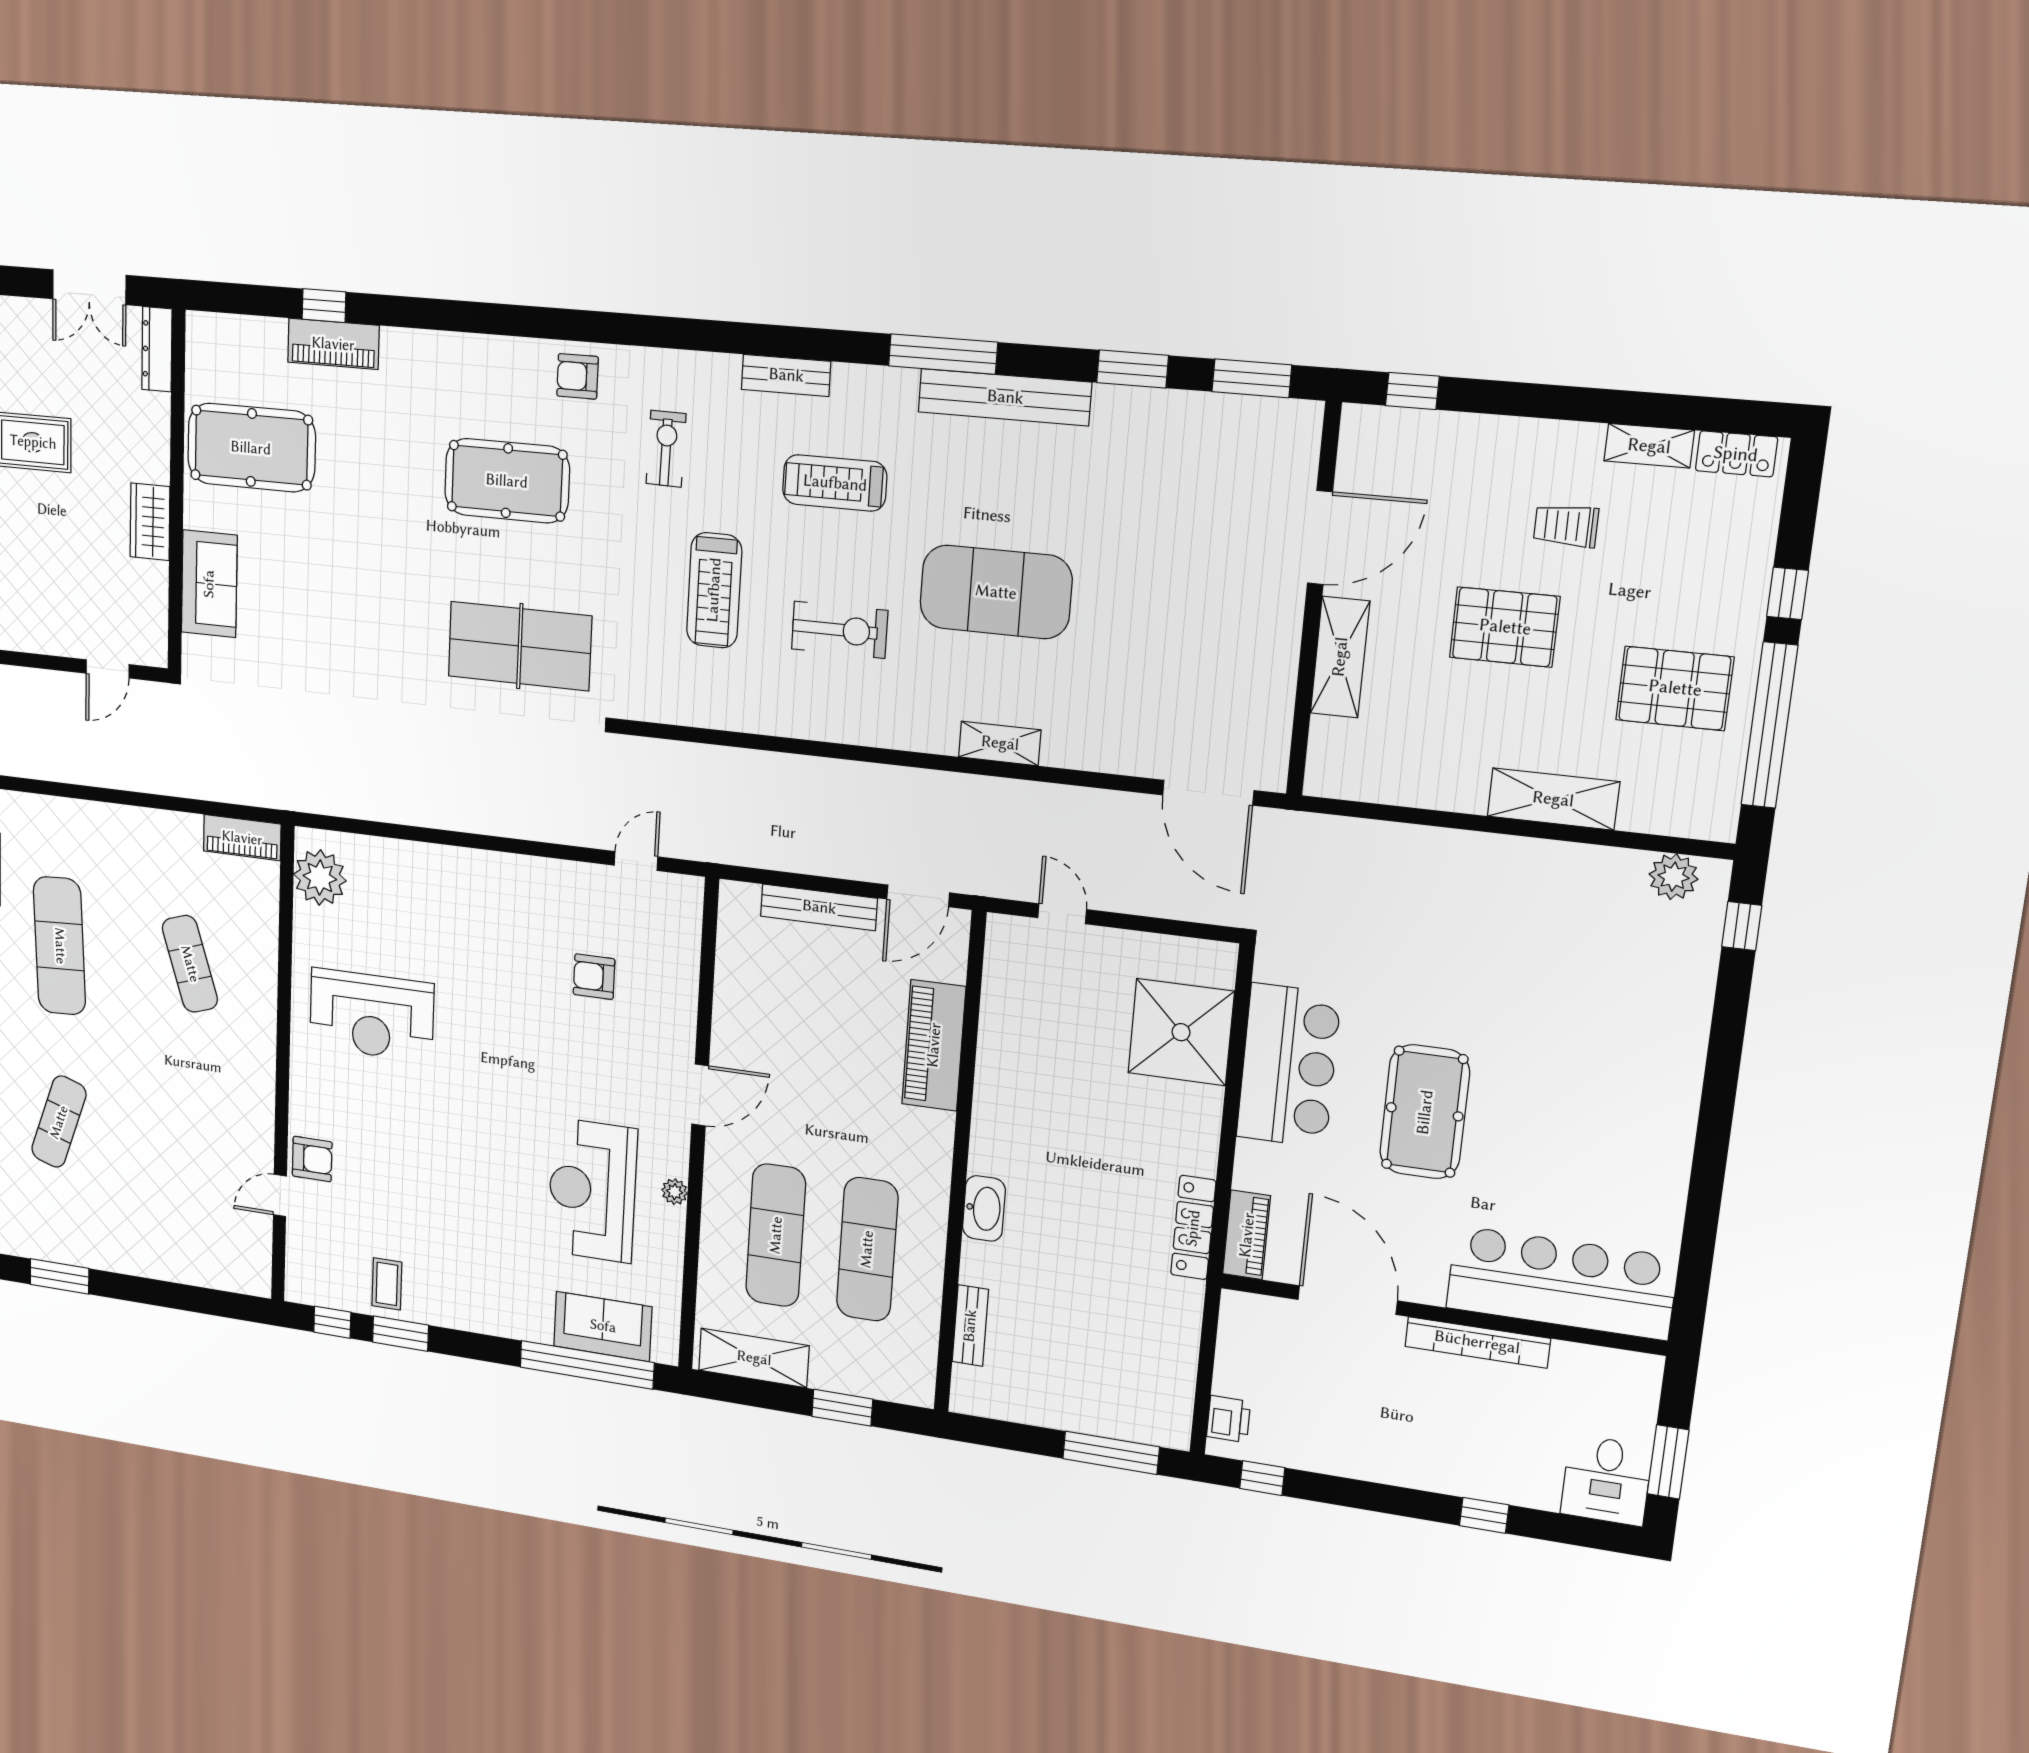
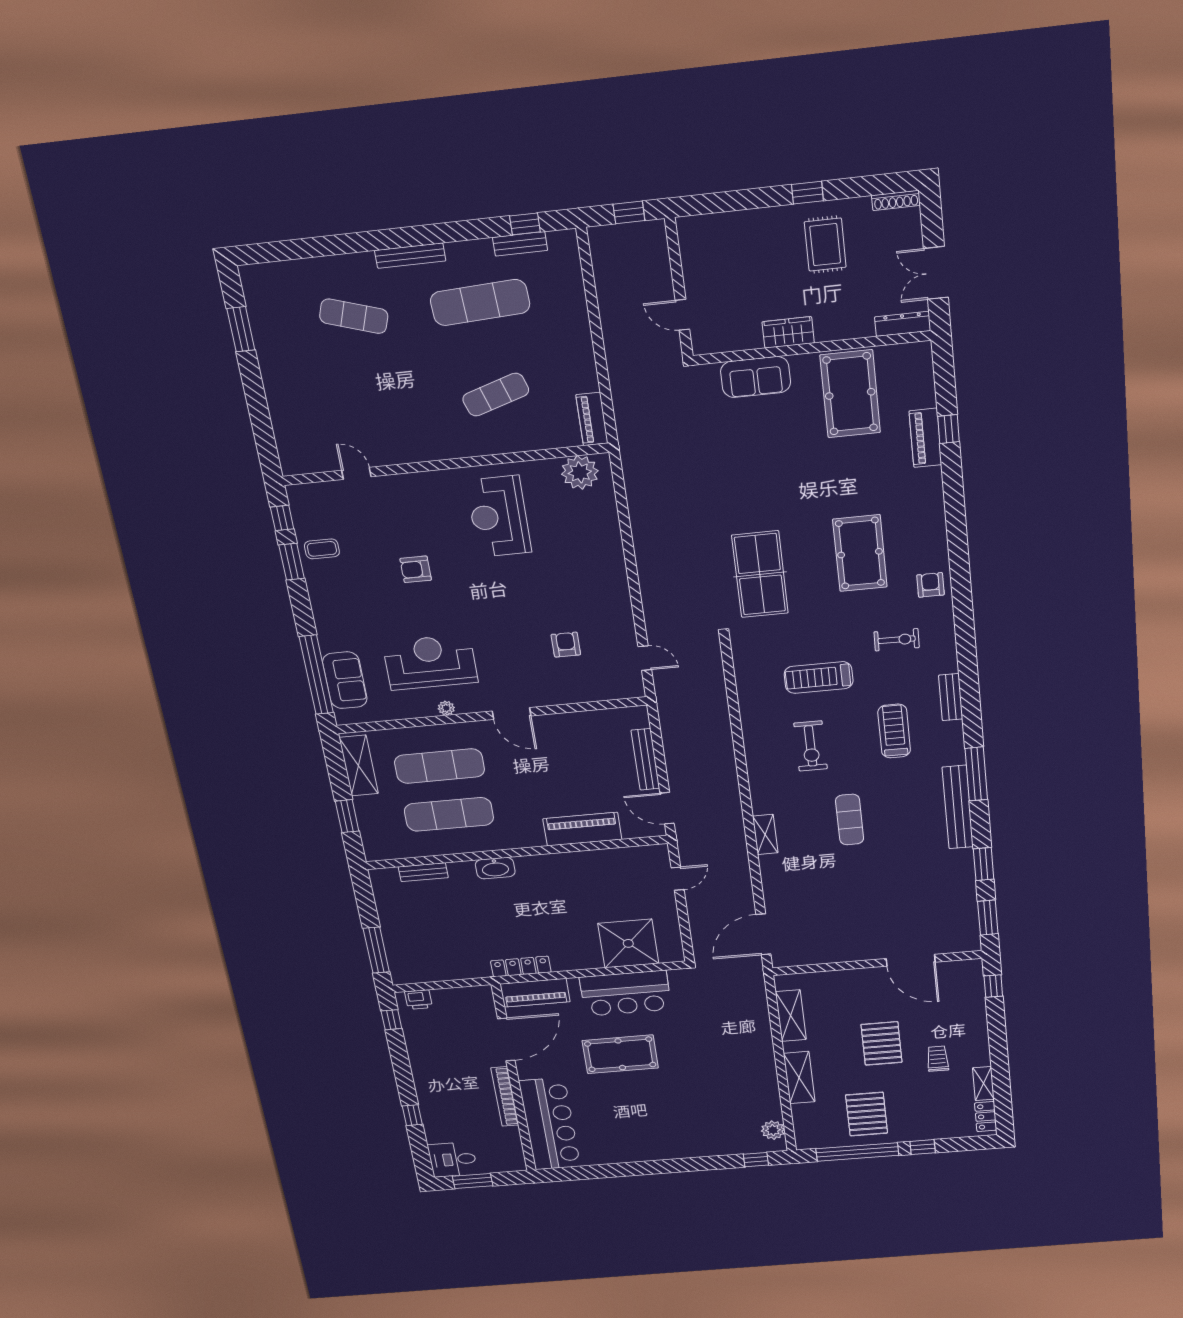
exercise mat: (996, 592) -> (850, 820), width x0.50, depth x0.69
shelving: (1340, 657) -> (791, 1016), moved, turned 90
armchair: (312, 1159) -> (416, 569), moved, turned 90
piano: (1247, 1235) -> (535, 993), width x1.37, depth x1.33

